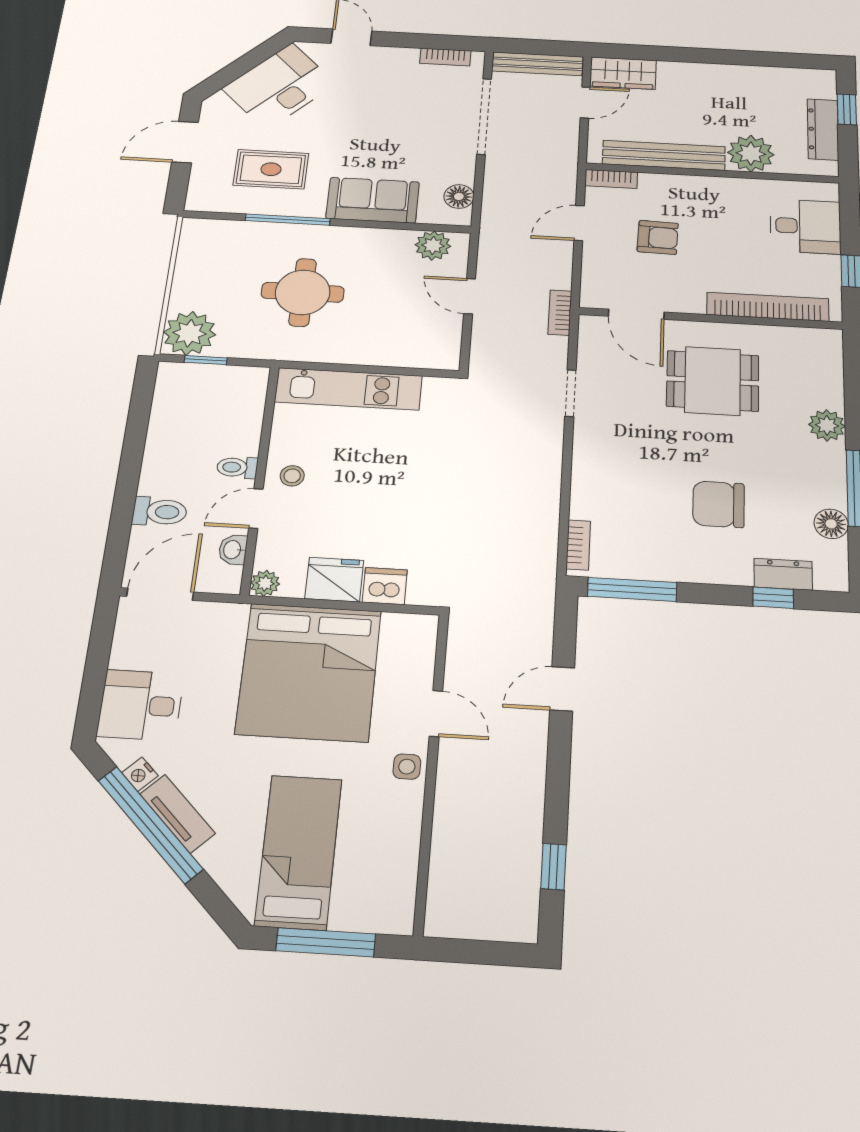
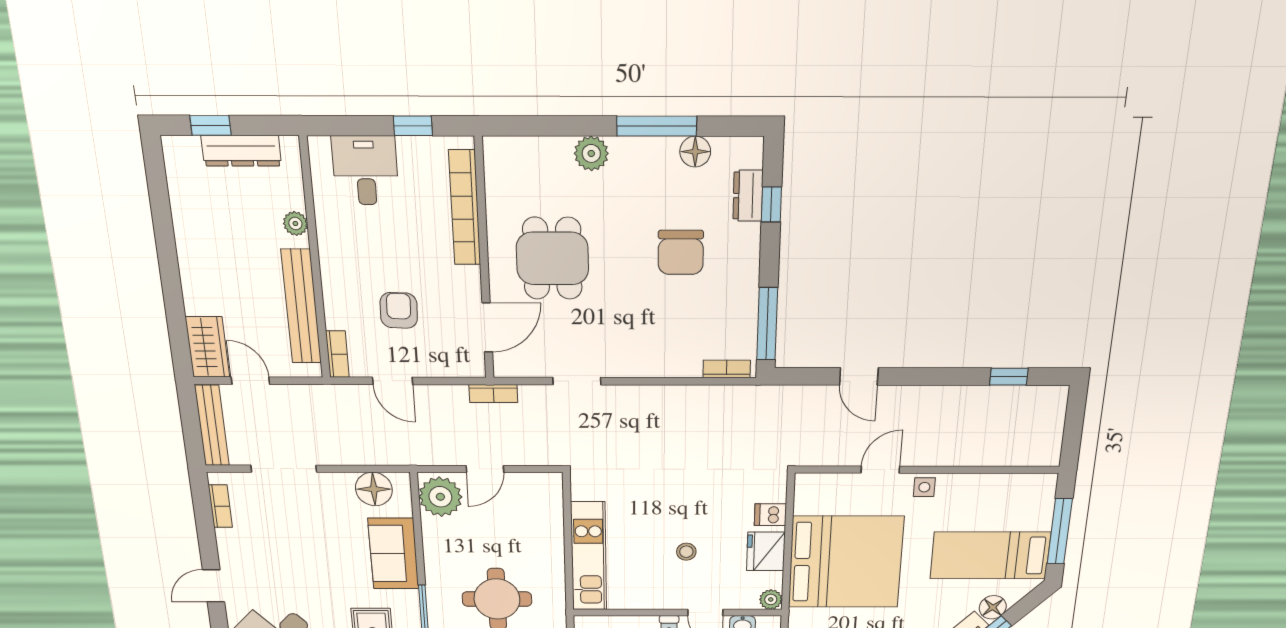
doorway: (484, 116) -> (284, 469), width x0.73
plant: (751, 154) -> (295, 224), width x0.53, depth x0.53
floor lamp: (459, 197) -> (374, 489), width x1.38, depth x1.38
plant: (433, 245) -> (440, 497), width x1.36, depth x1.36
stool: (292, 476) -> (686, 552), moved
dishwasher: (385, 586) -> (770, 515), width x0.73
floor lamp: (218, 858) -> (993, 607), added

